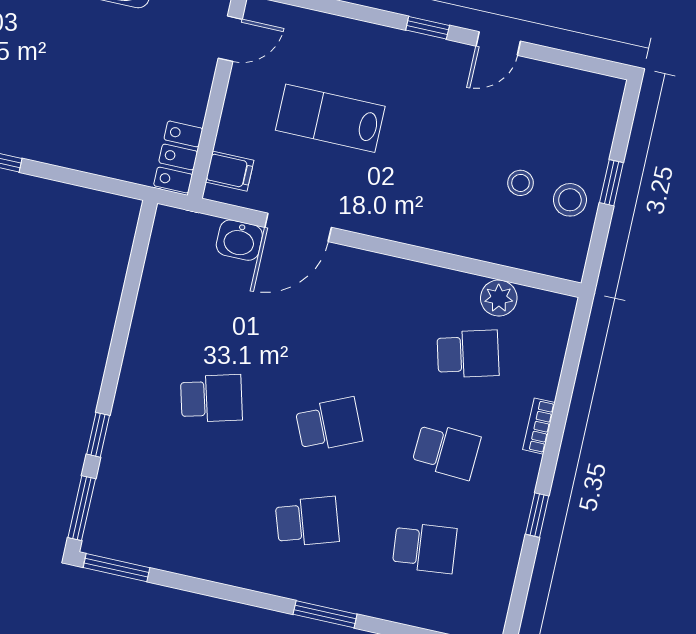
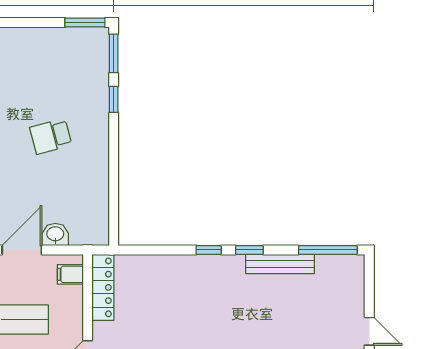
locker: (178, 157) -> (103, 287), width x1.53

